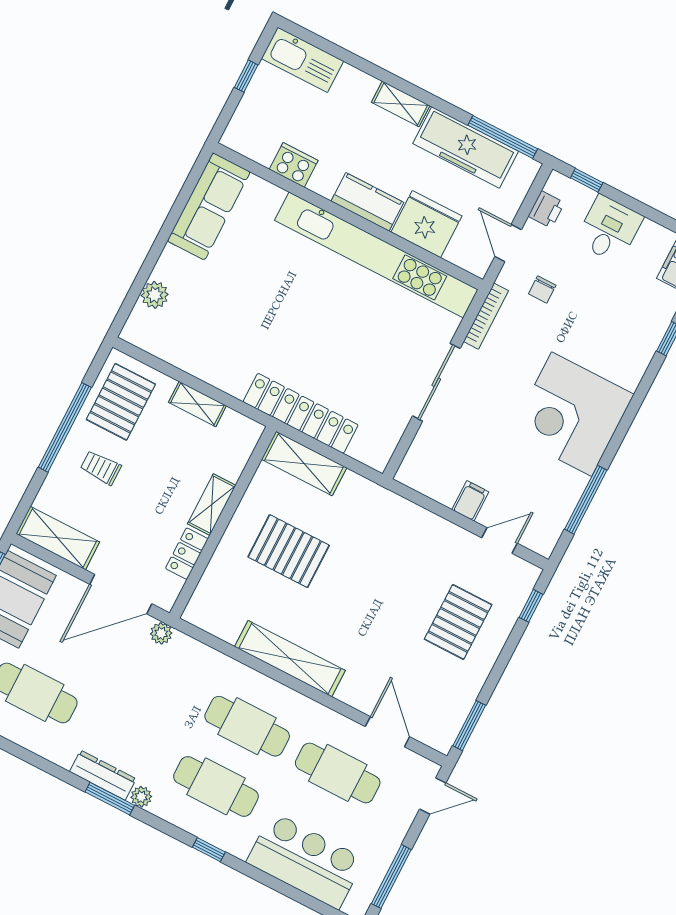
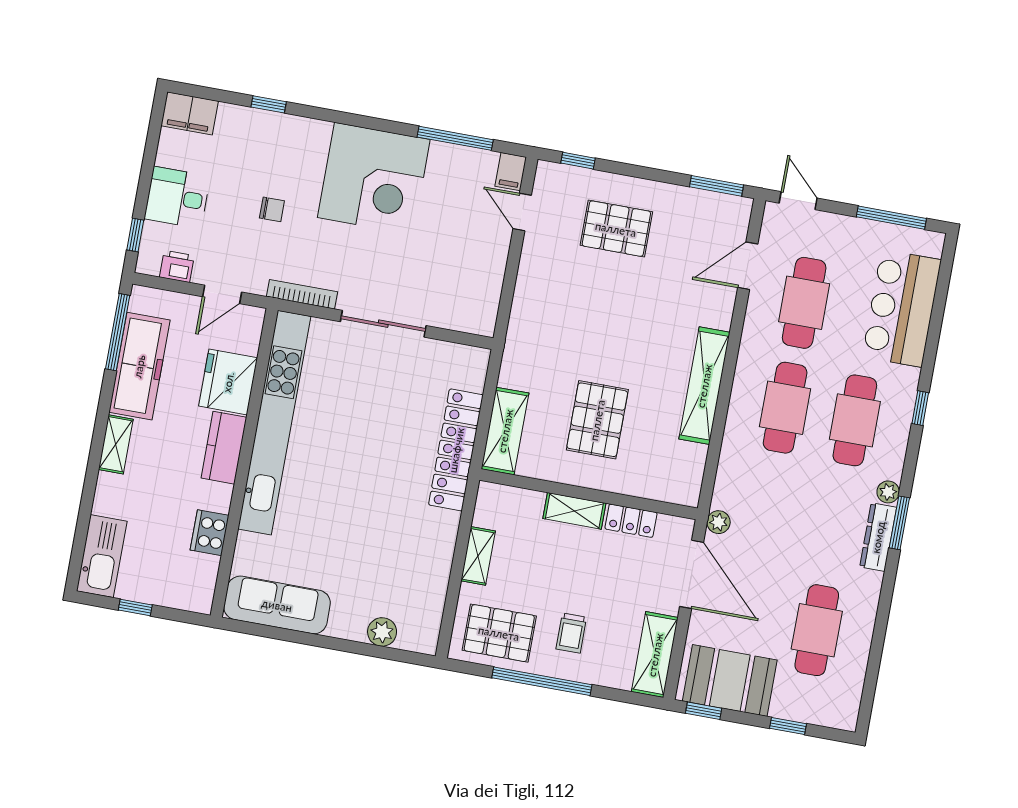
chair: (542, 290) -> (272, 209), moved
filing cabinet: (470, 501) -> (511, 172), moved, turned -90

